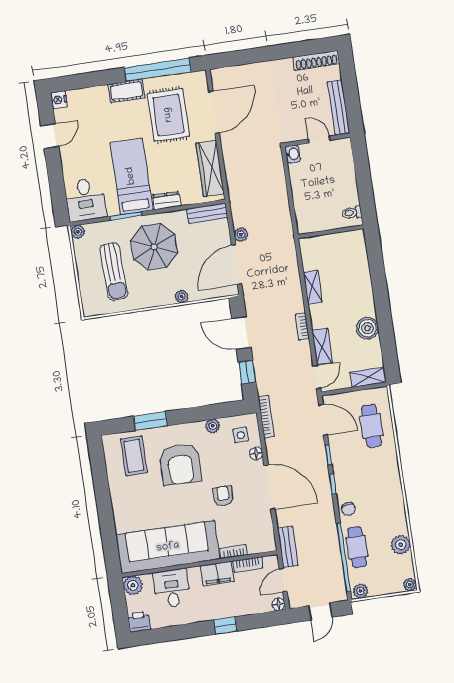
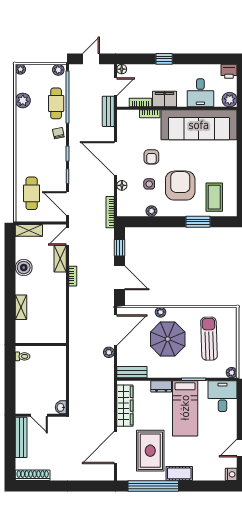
parasol: (154, 247) -> (168, 339), moved
shelving: (313, 287) -> (21, 307), moved
side table: (241, 435) -> (149, 184), moved

